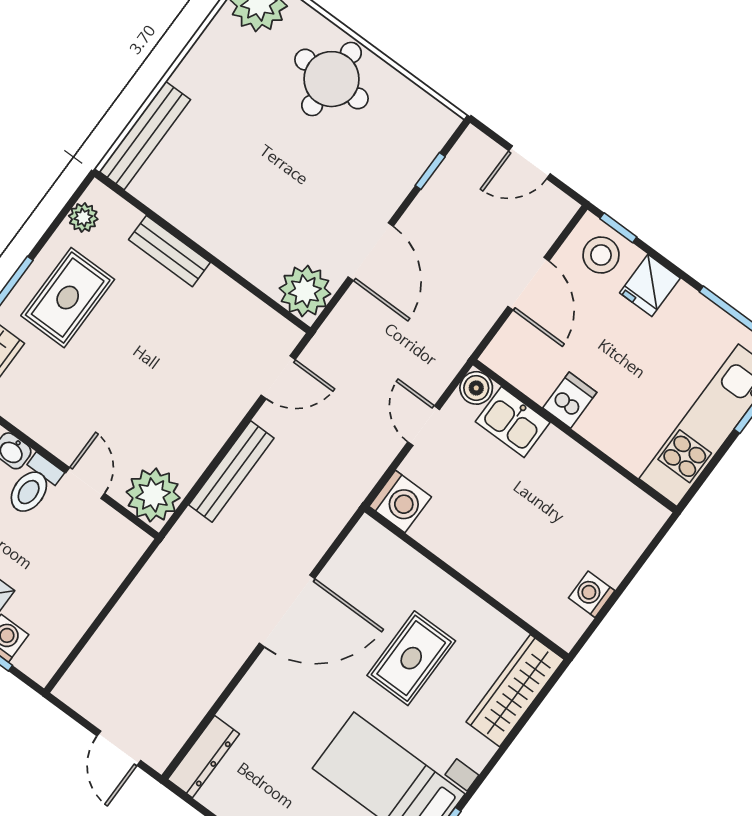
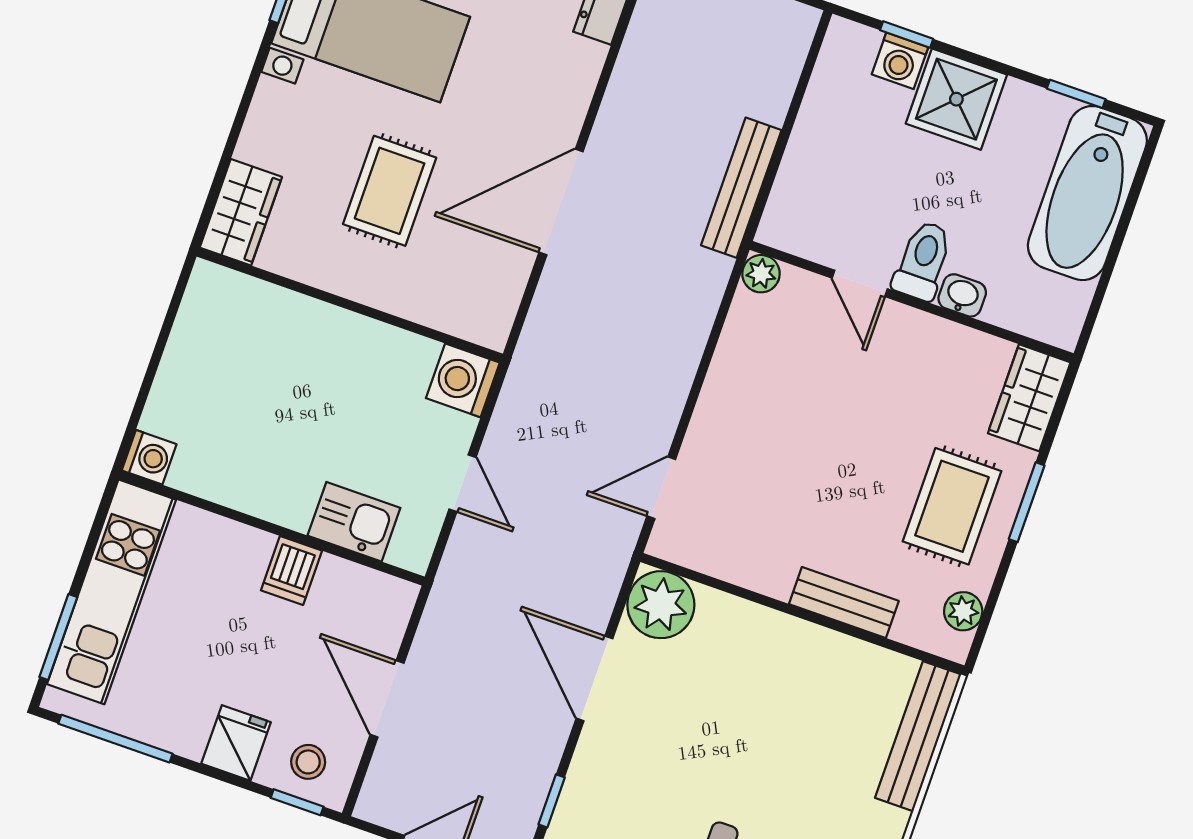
stool: (601, 255) -> (308, 762), width x0.73, depth x0.73
boiler: (476, 388) -> (412, 550), removed
bench: (231, 471) -> (741, 188), moved
plant: (153, 495) -> (761, 274), width x0.53, depth x0.53
washing machine: (592, 594) -> (149, 457), moved
wardrobe: (515, 691) -> (241, 212), width x0.67

